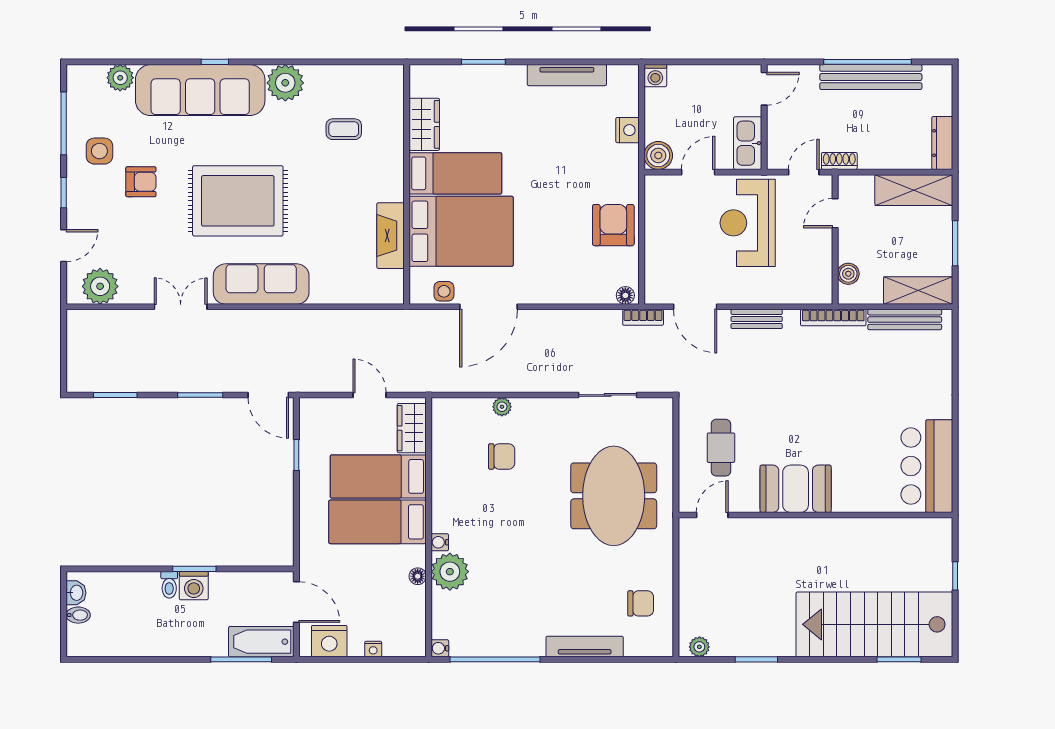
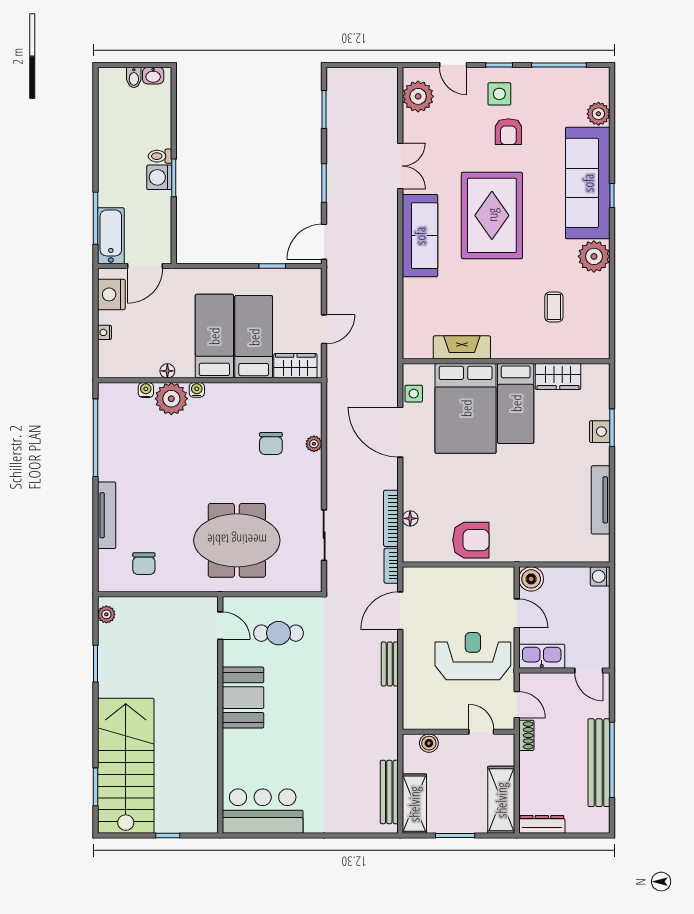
nightstand: (628, 130) -> (600, 432), moved, turned -90
side table: (99, 151) -> (499, 94), moved
floor lamp: (625, 295) -> (410, 518), moved
bookcase: (833, 318) -> (391, 518), moved
water cooler: (440, 648) -> (146, 390), moved

